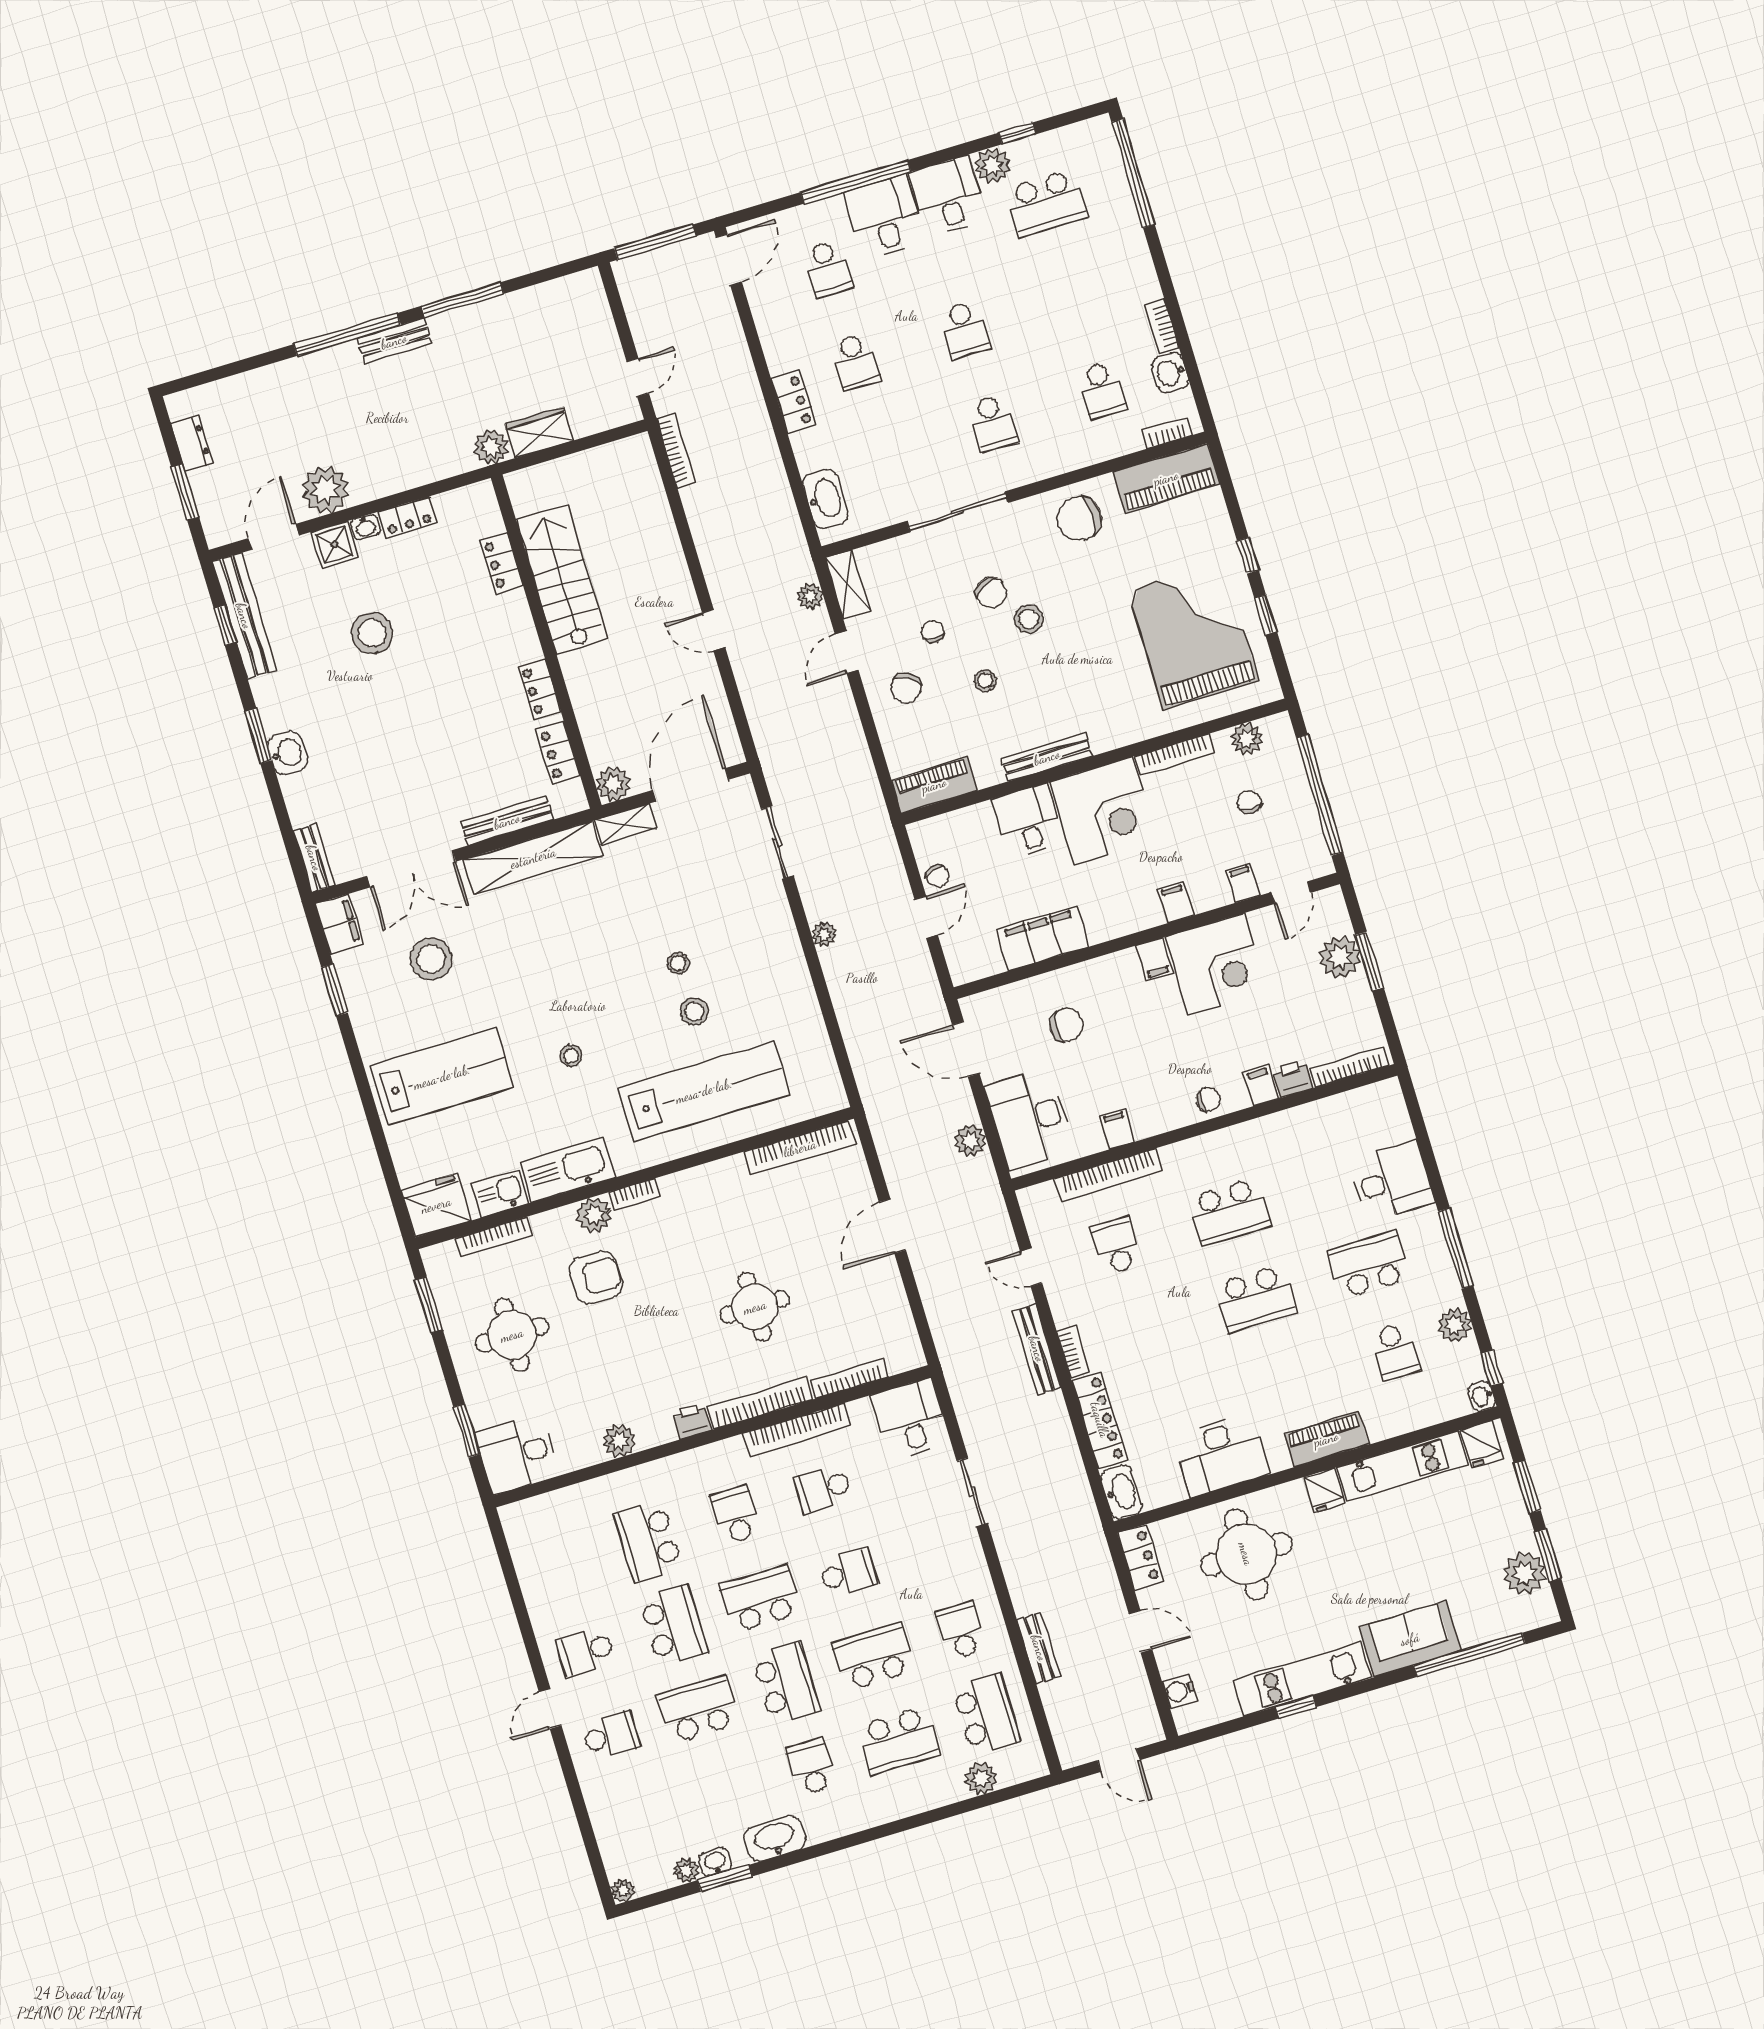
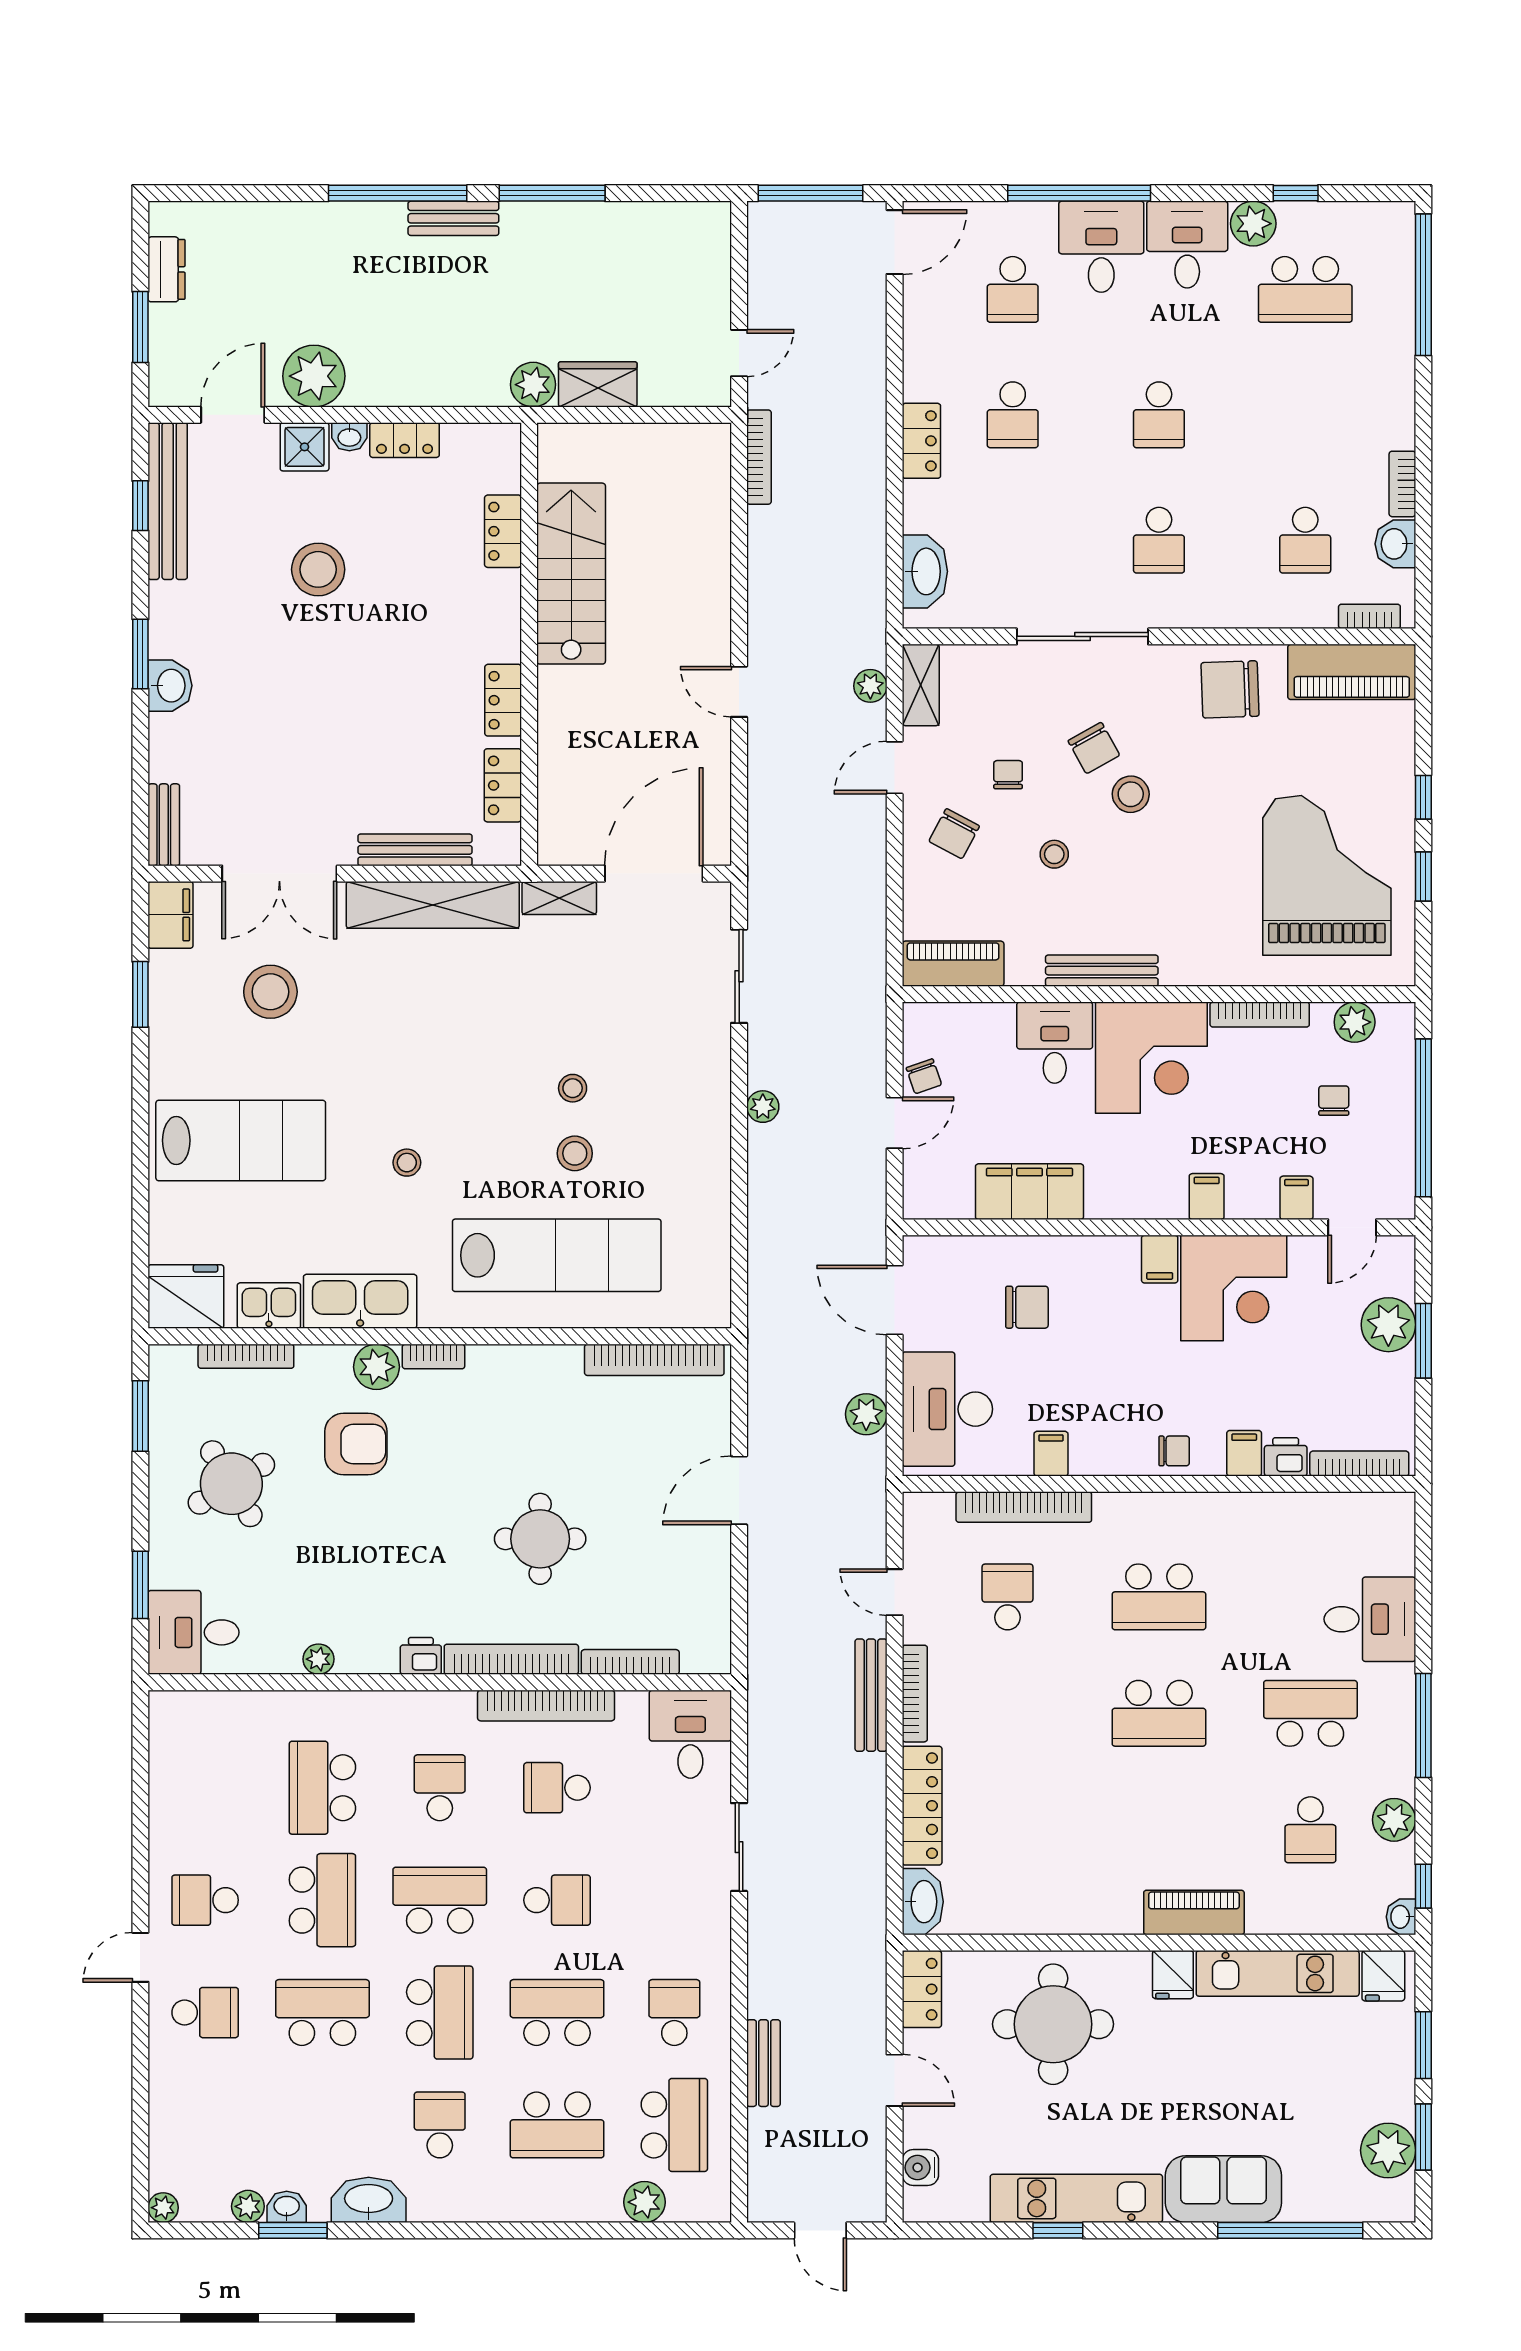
plant: (613, 784) -> (559, 844), removed
round table: (512, 1335) -> (231, 1484), turned -31
bookcase: (1073, 1351) -> (915, 1694), width x1.56
plant: (619, 1441) -> (318, 1659), width x0.73, depth x0.73
desk: (1222, 1455) -> (1059, 1893), removed

